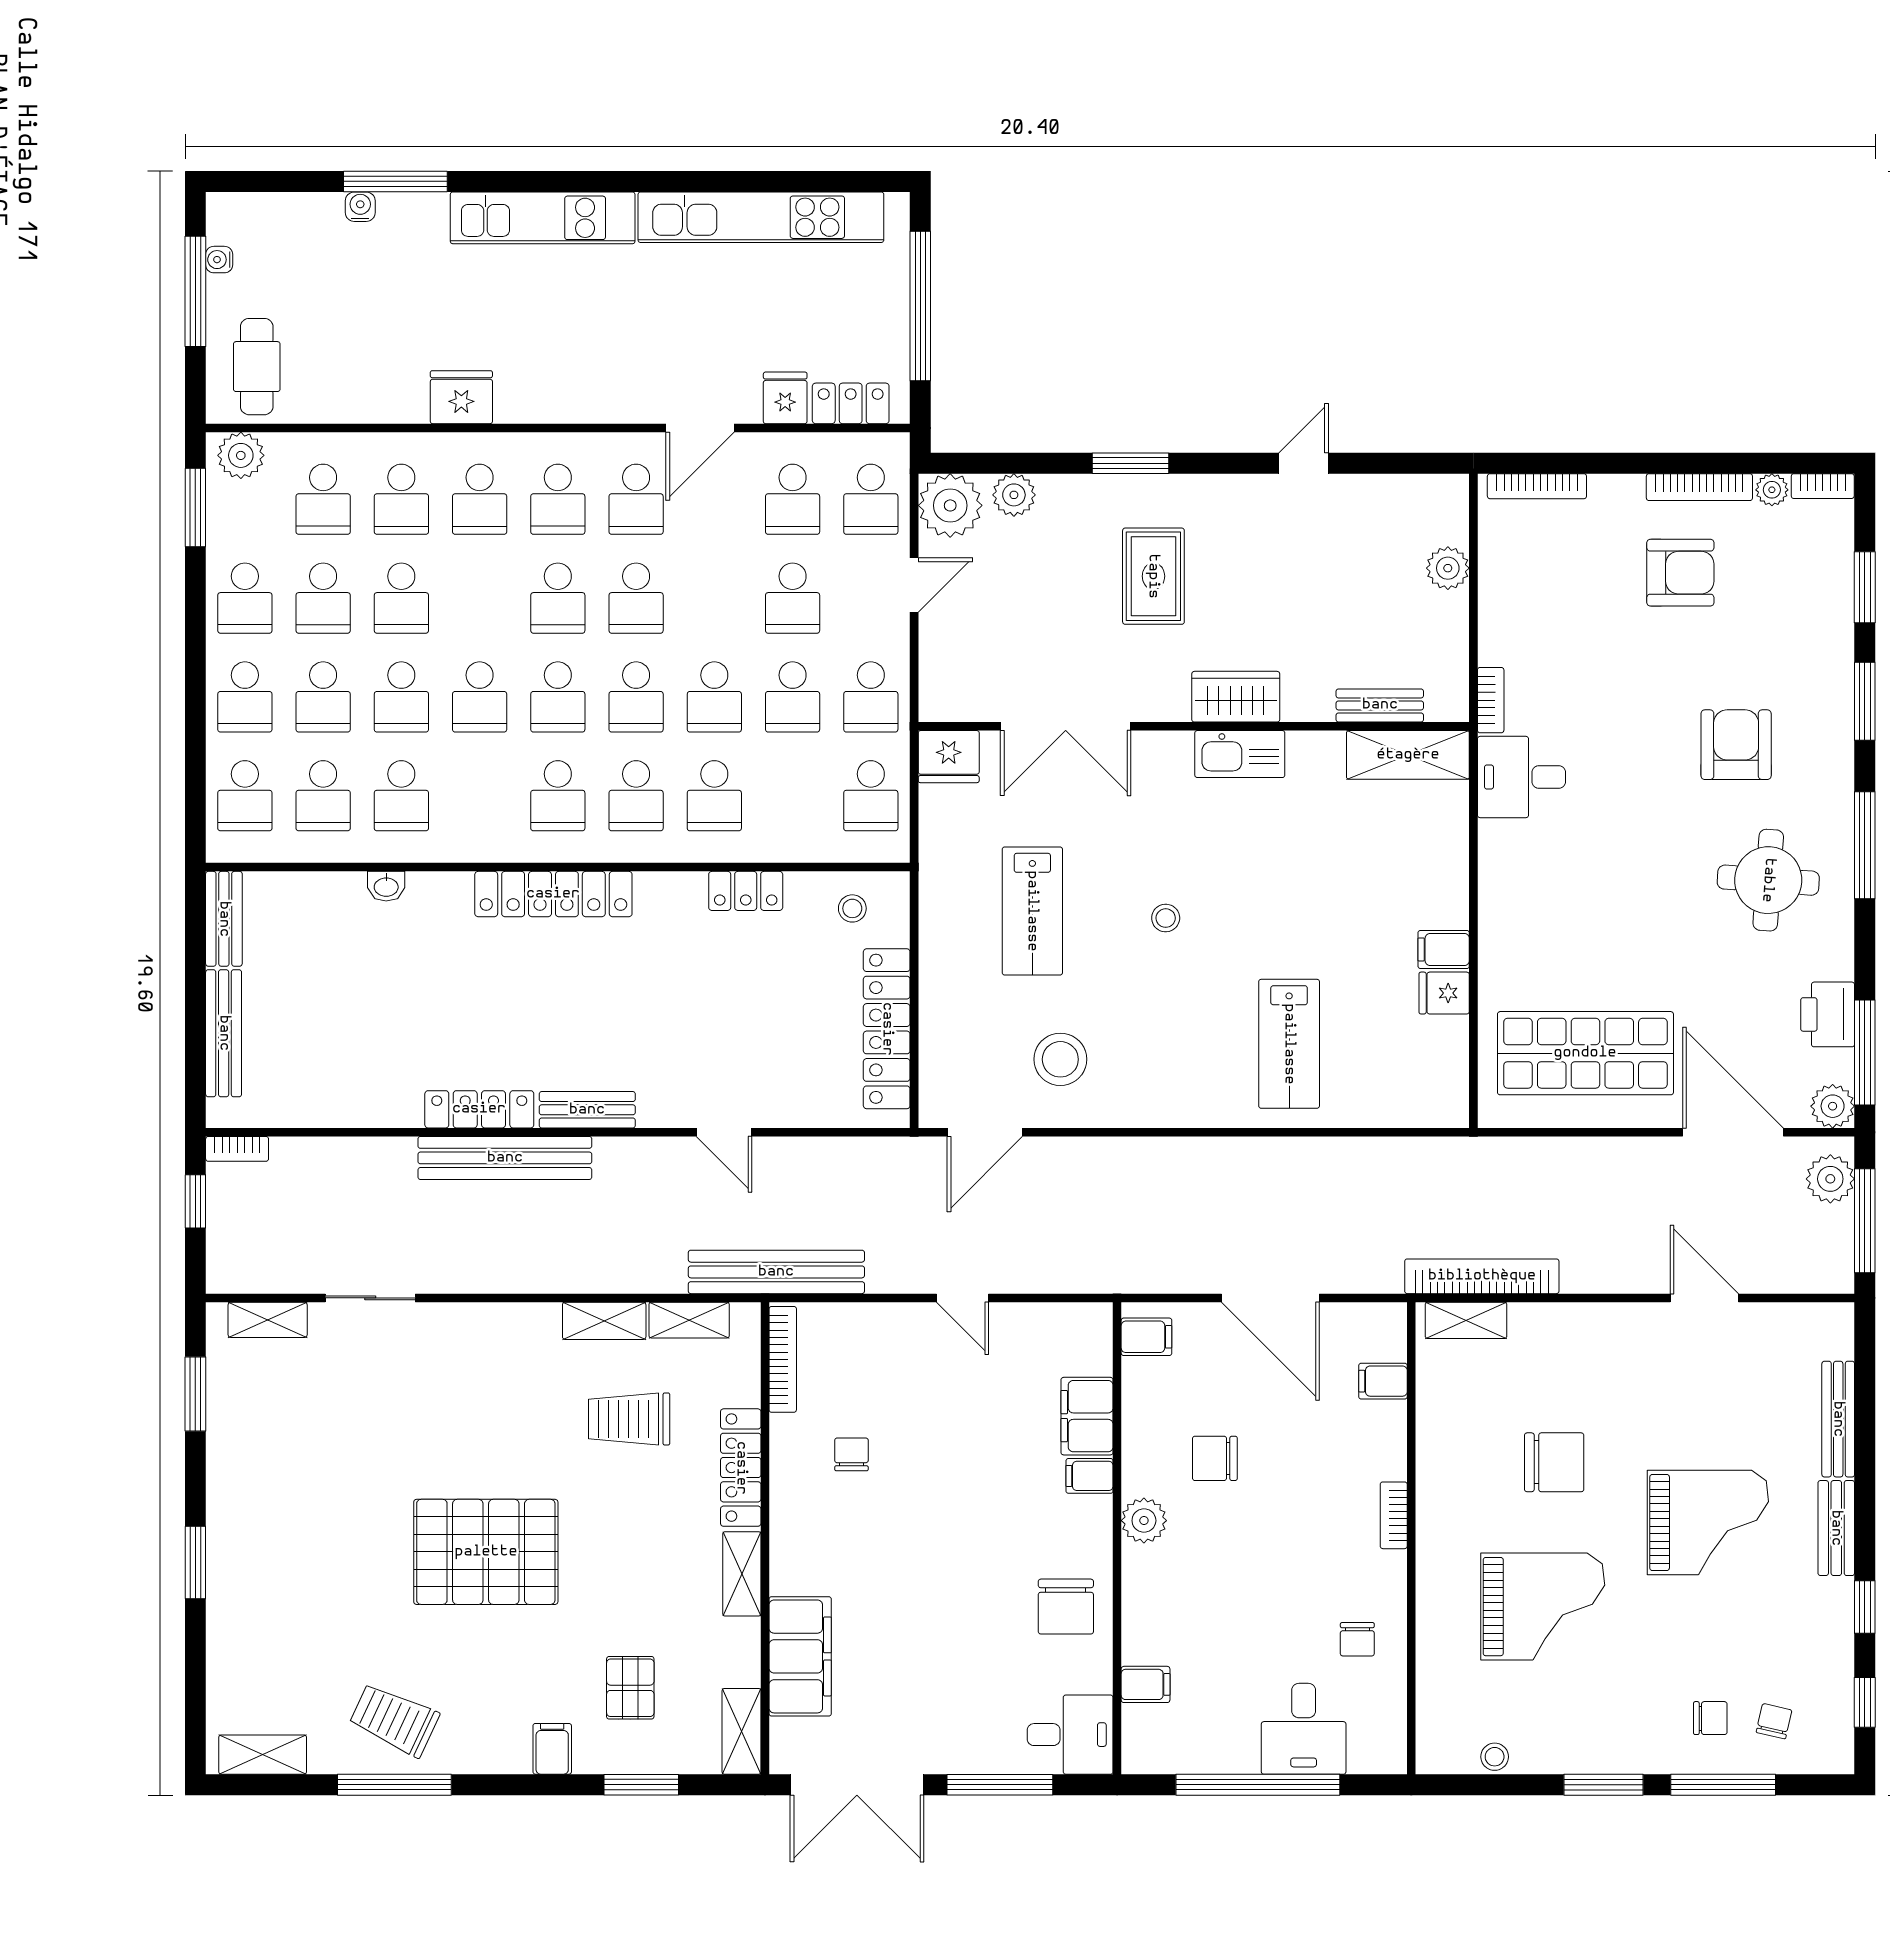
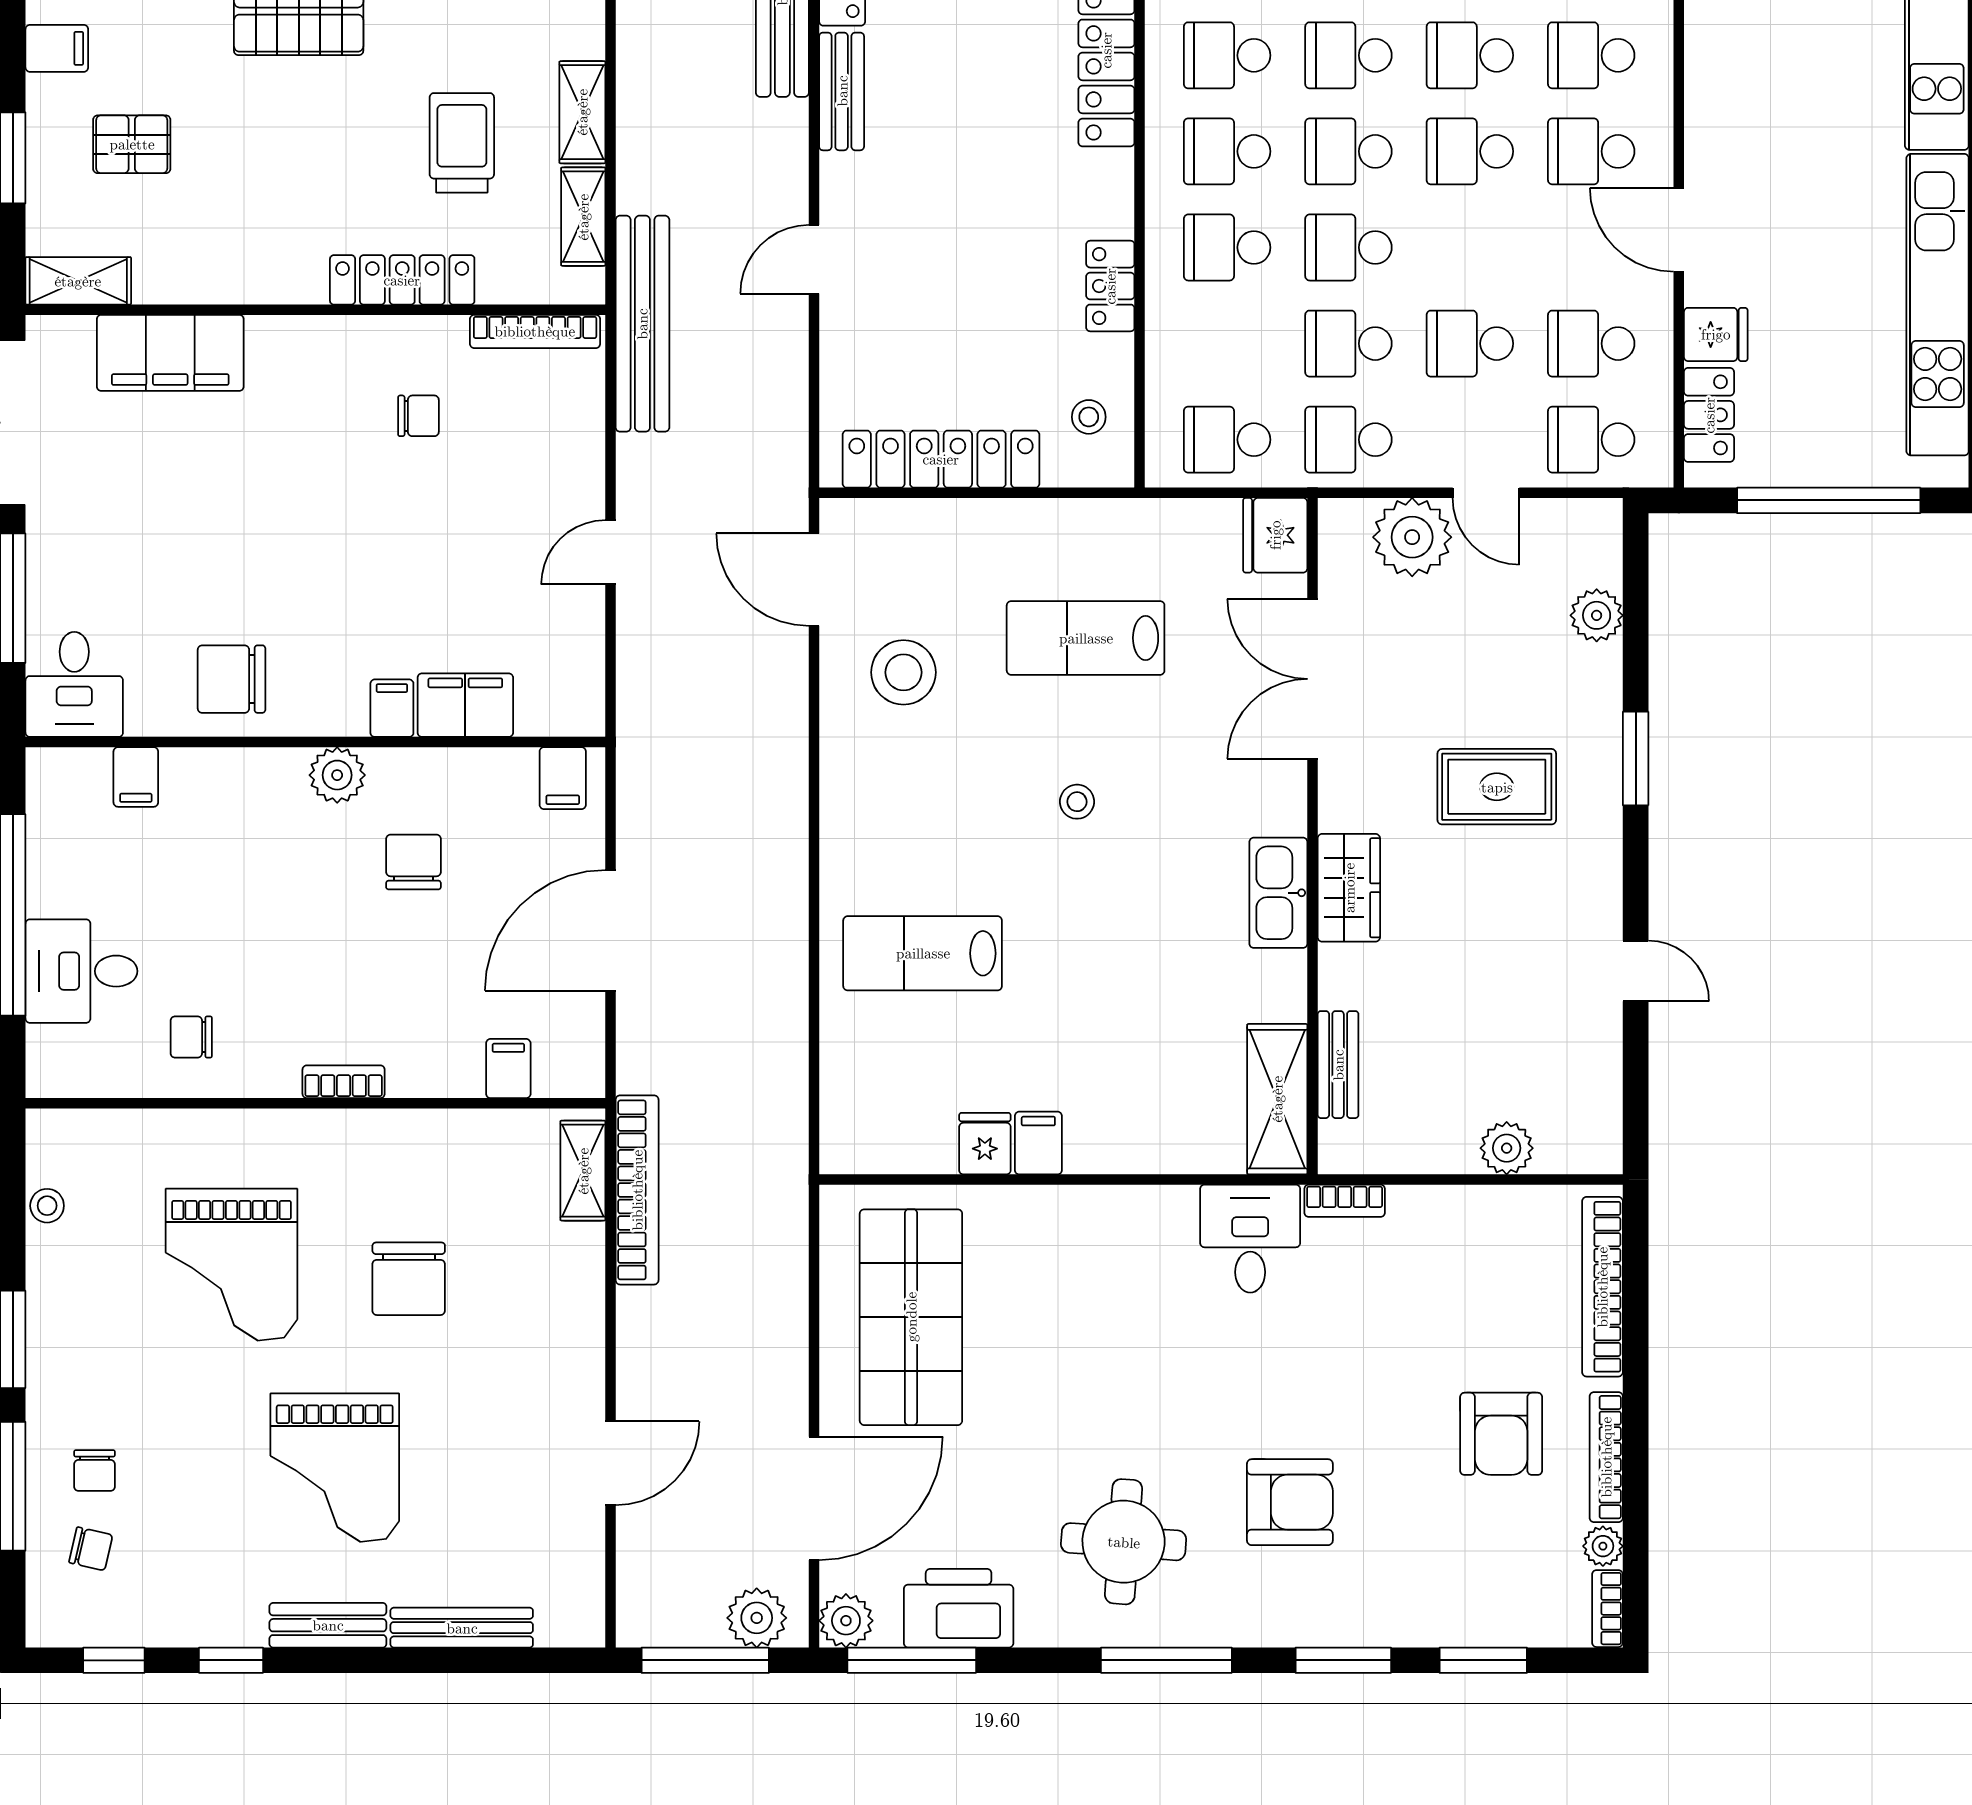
bookcase: (1537, 486) -> (1602, 1287), width x1.48, depth x1.31
plant: (950, 505) -> (1412, 537), moved
printer: (1828, 1014) -> (959, 1608), width x1.37, depth x1.19
shelving: (742, 1574) -> (272, 281), removed

